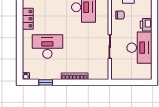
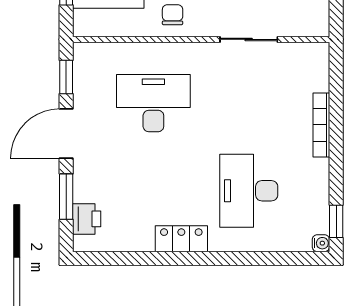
window: (46, 82) -> (336, 221), moved

